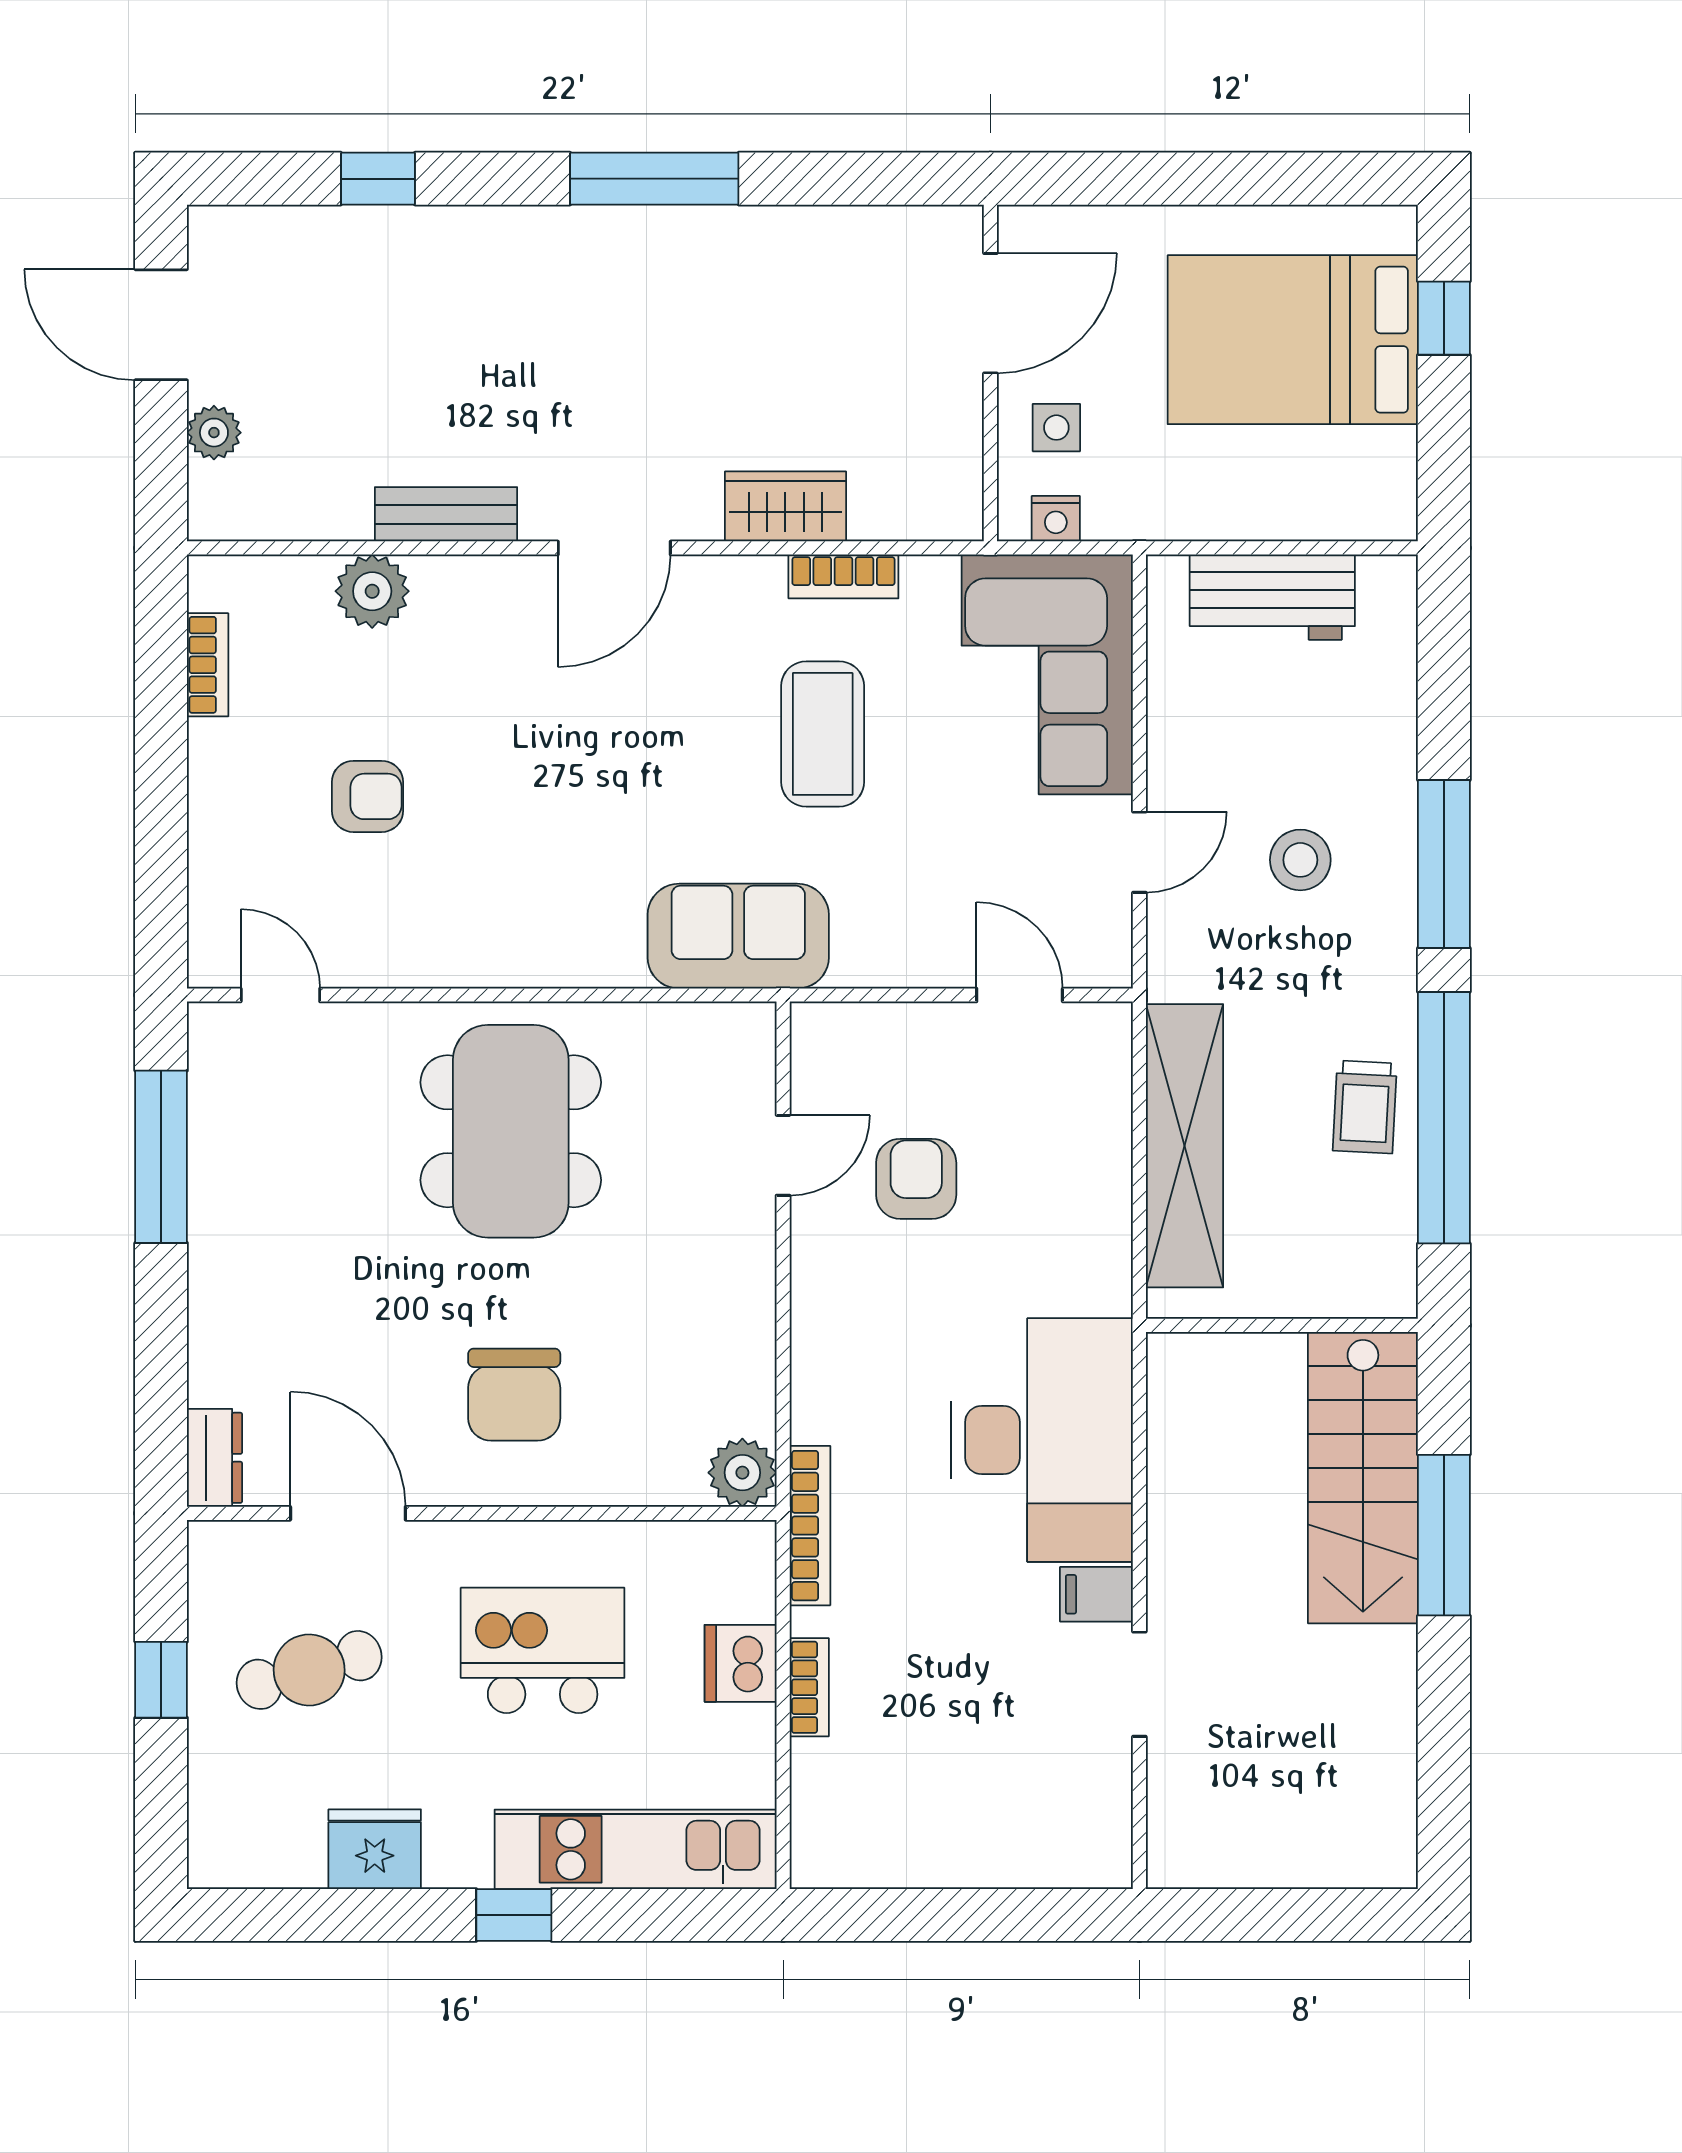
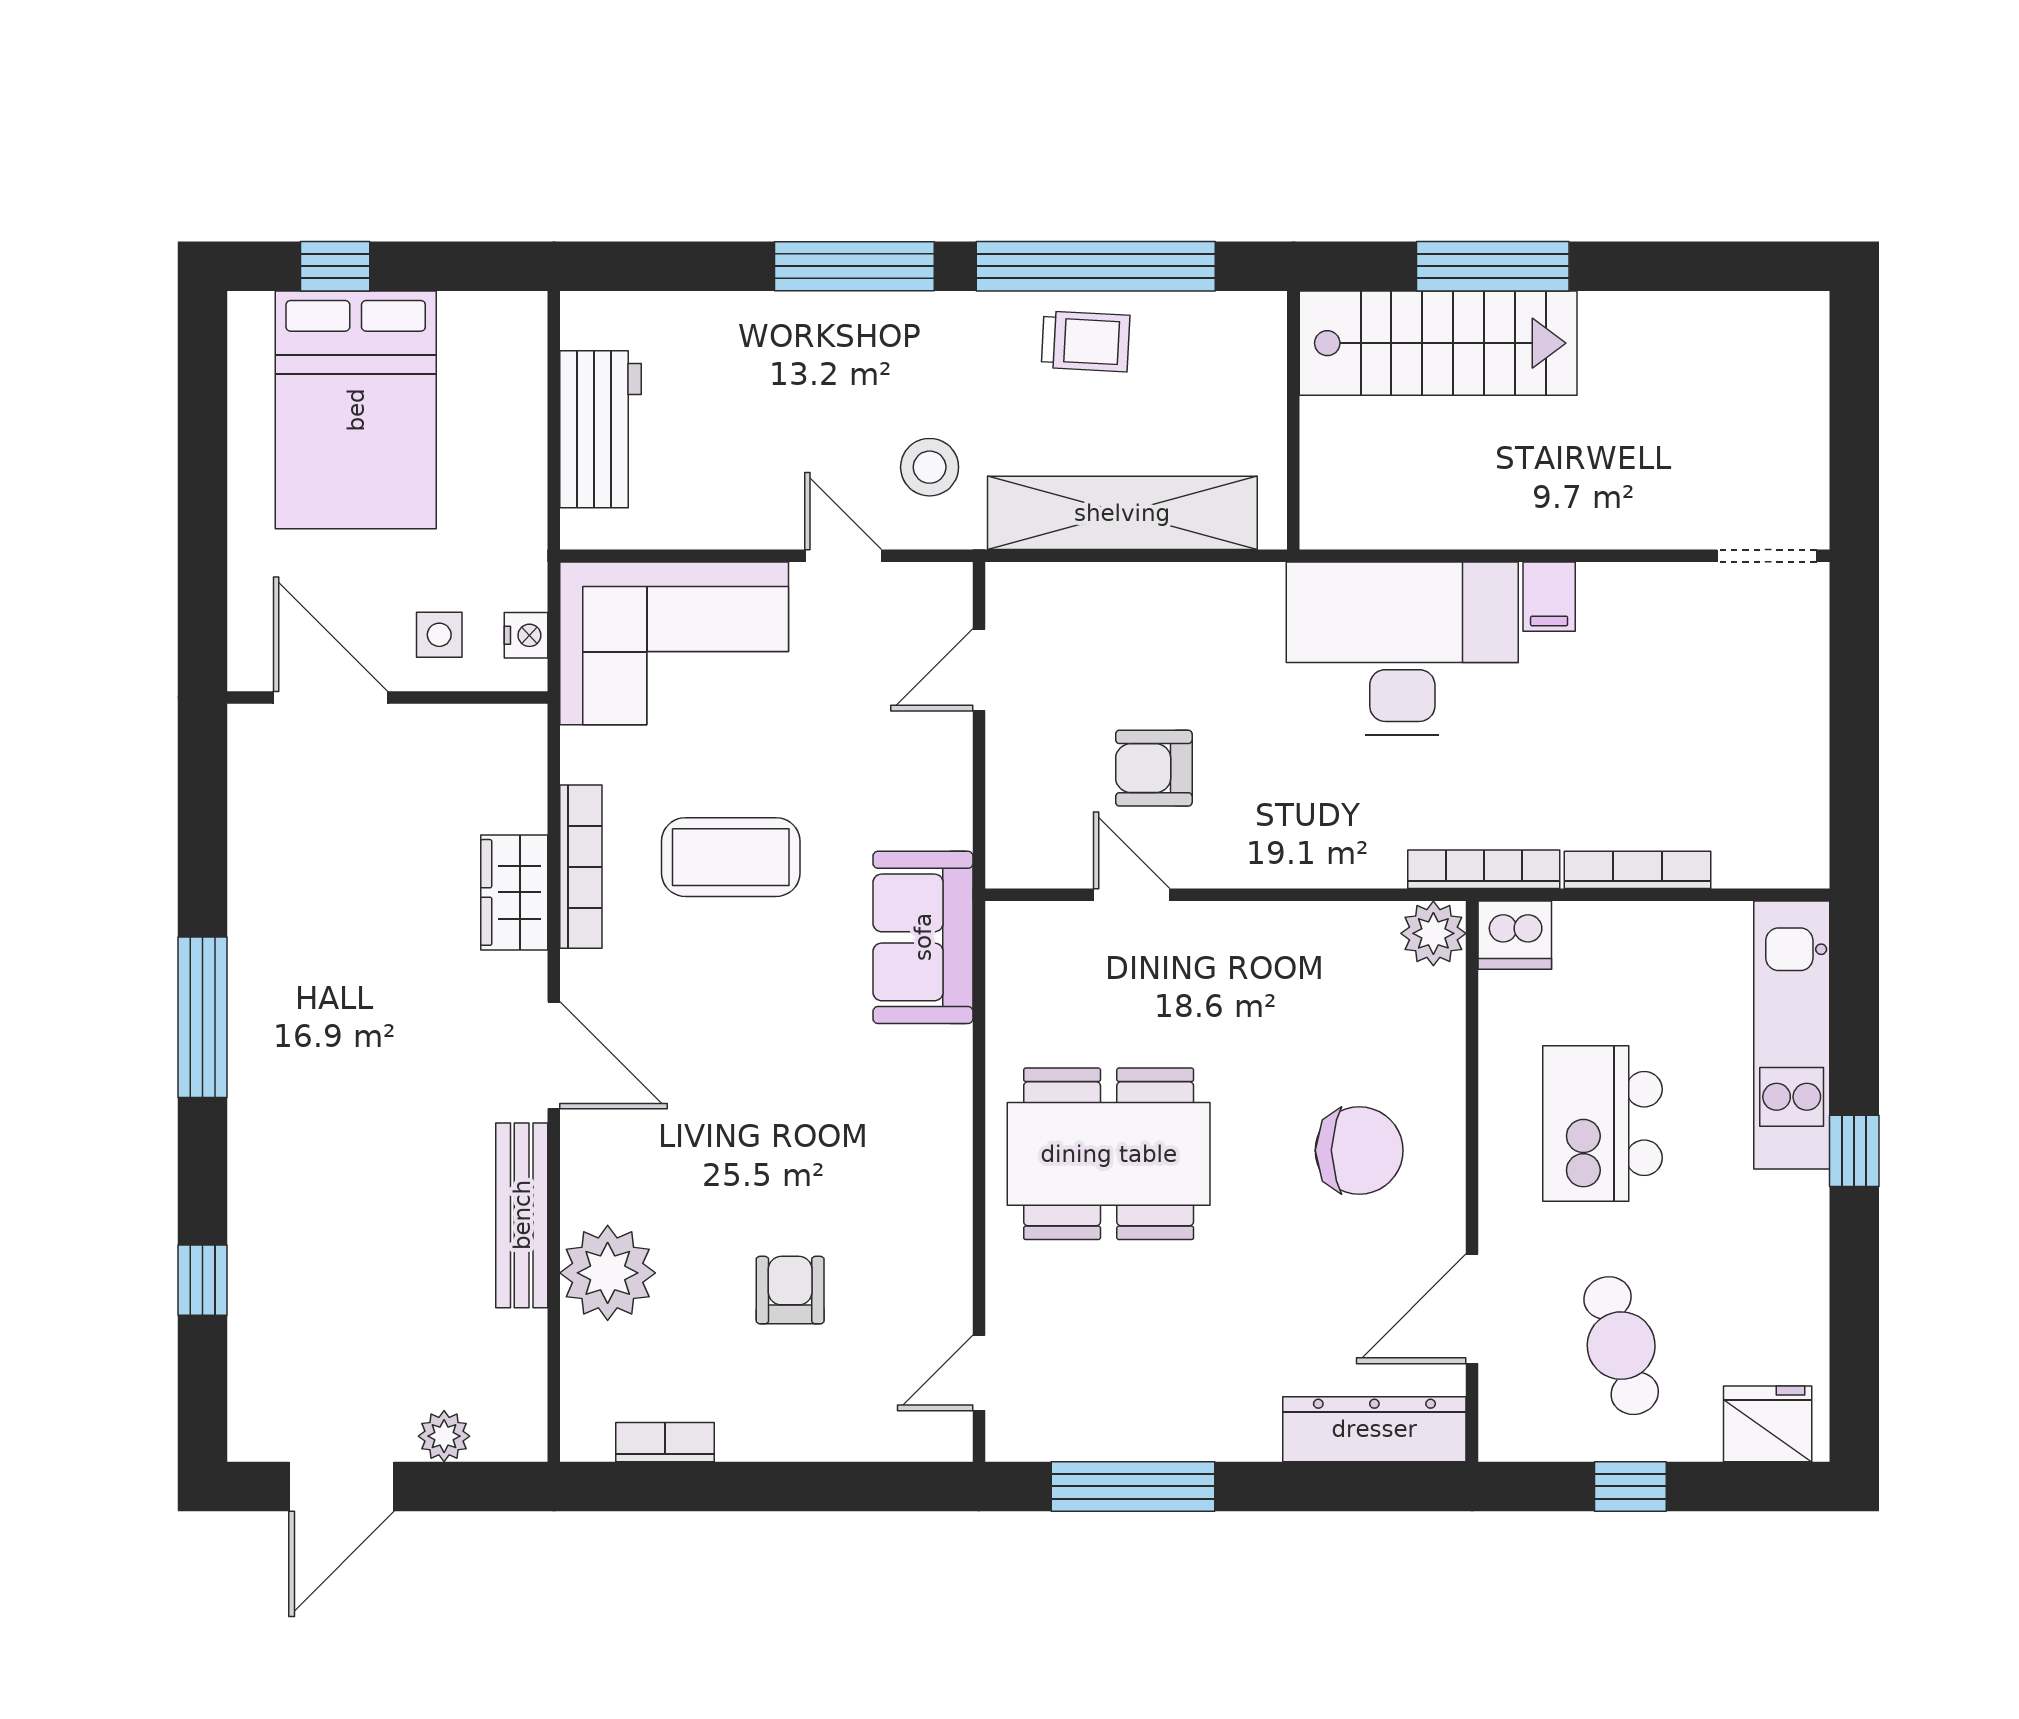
bench: (446, 514) -> (522, 1215), width x1.36
bookcase: (843, 576) -> (581, 867), width x1.56
plant: (372, 591) -> (608, 1273), width x1.36, depth x1.36
stool: (1300, 860) -> (930, 467), moved
dresser: (215, 1458) -> (1374, 1429), width x1.96, depth x1.24
dishwasher: (741, 1663) -> (1515, 935), moved
doorway: (1139, 1684) -> (1767, 556), moved
bookcase: (809, 1687) -> (1638, 870), width x1.56
fridge: (375, 1849) -> (1768, 1424), moved, turned 90

